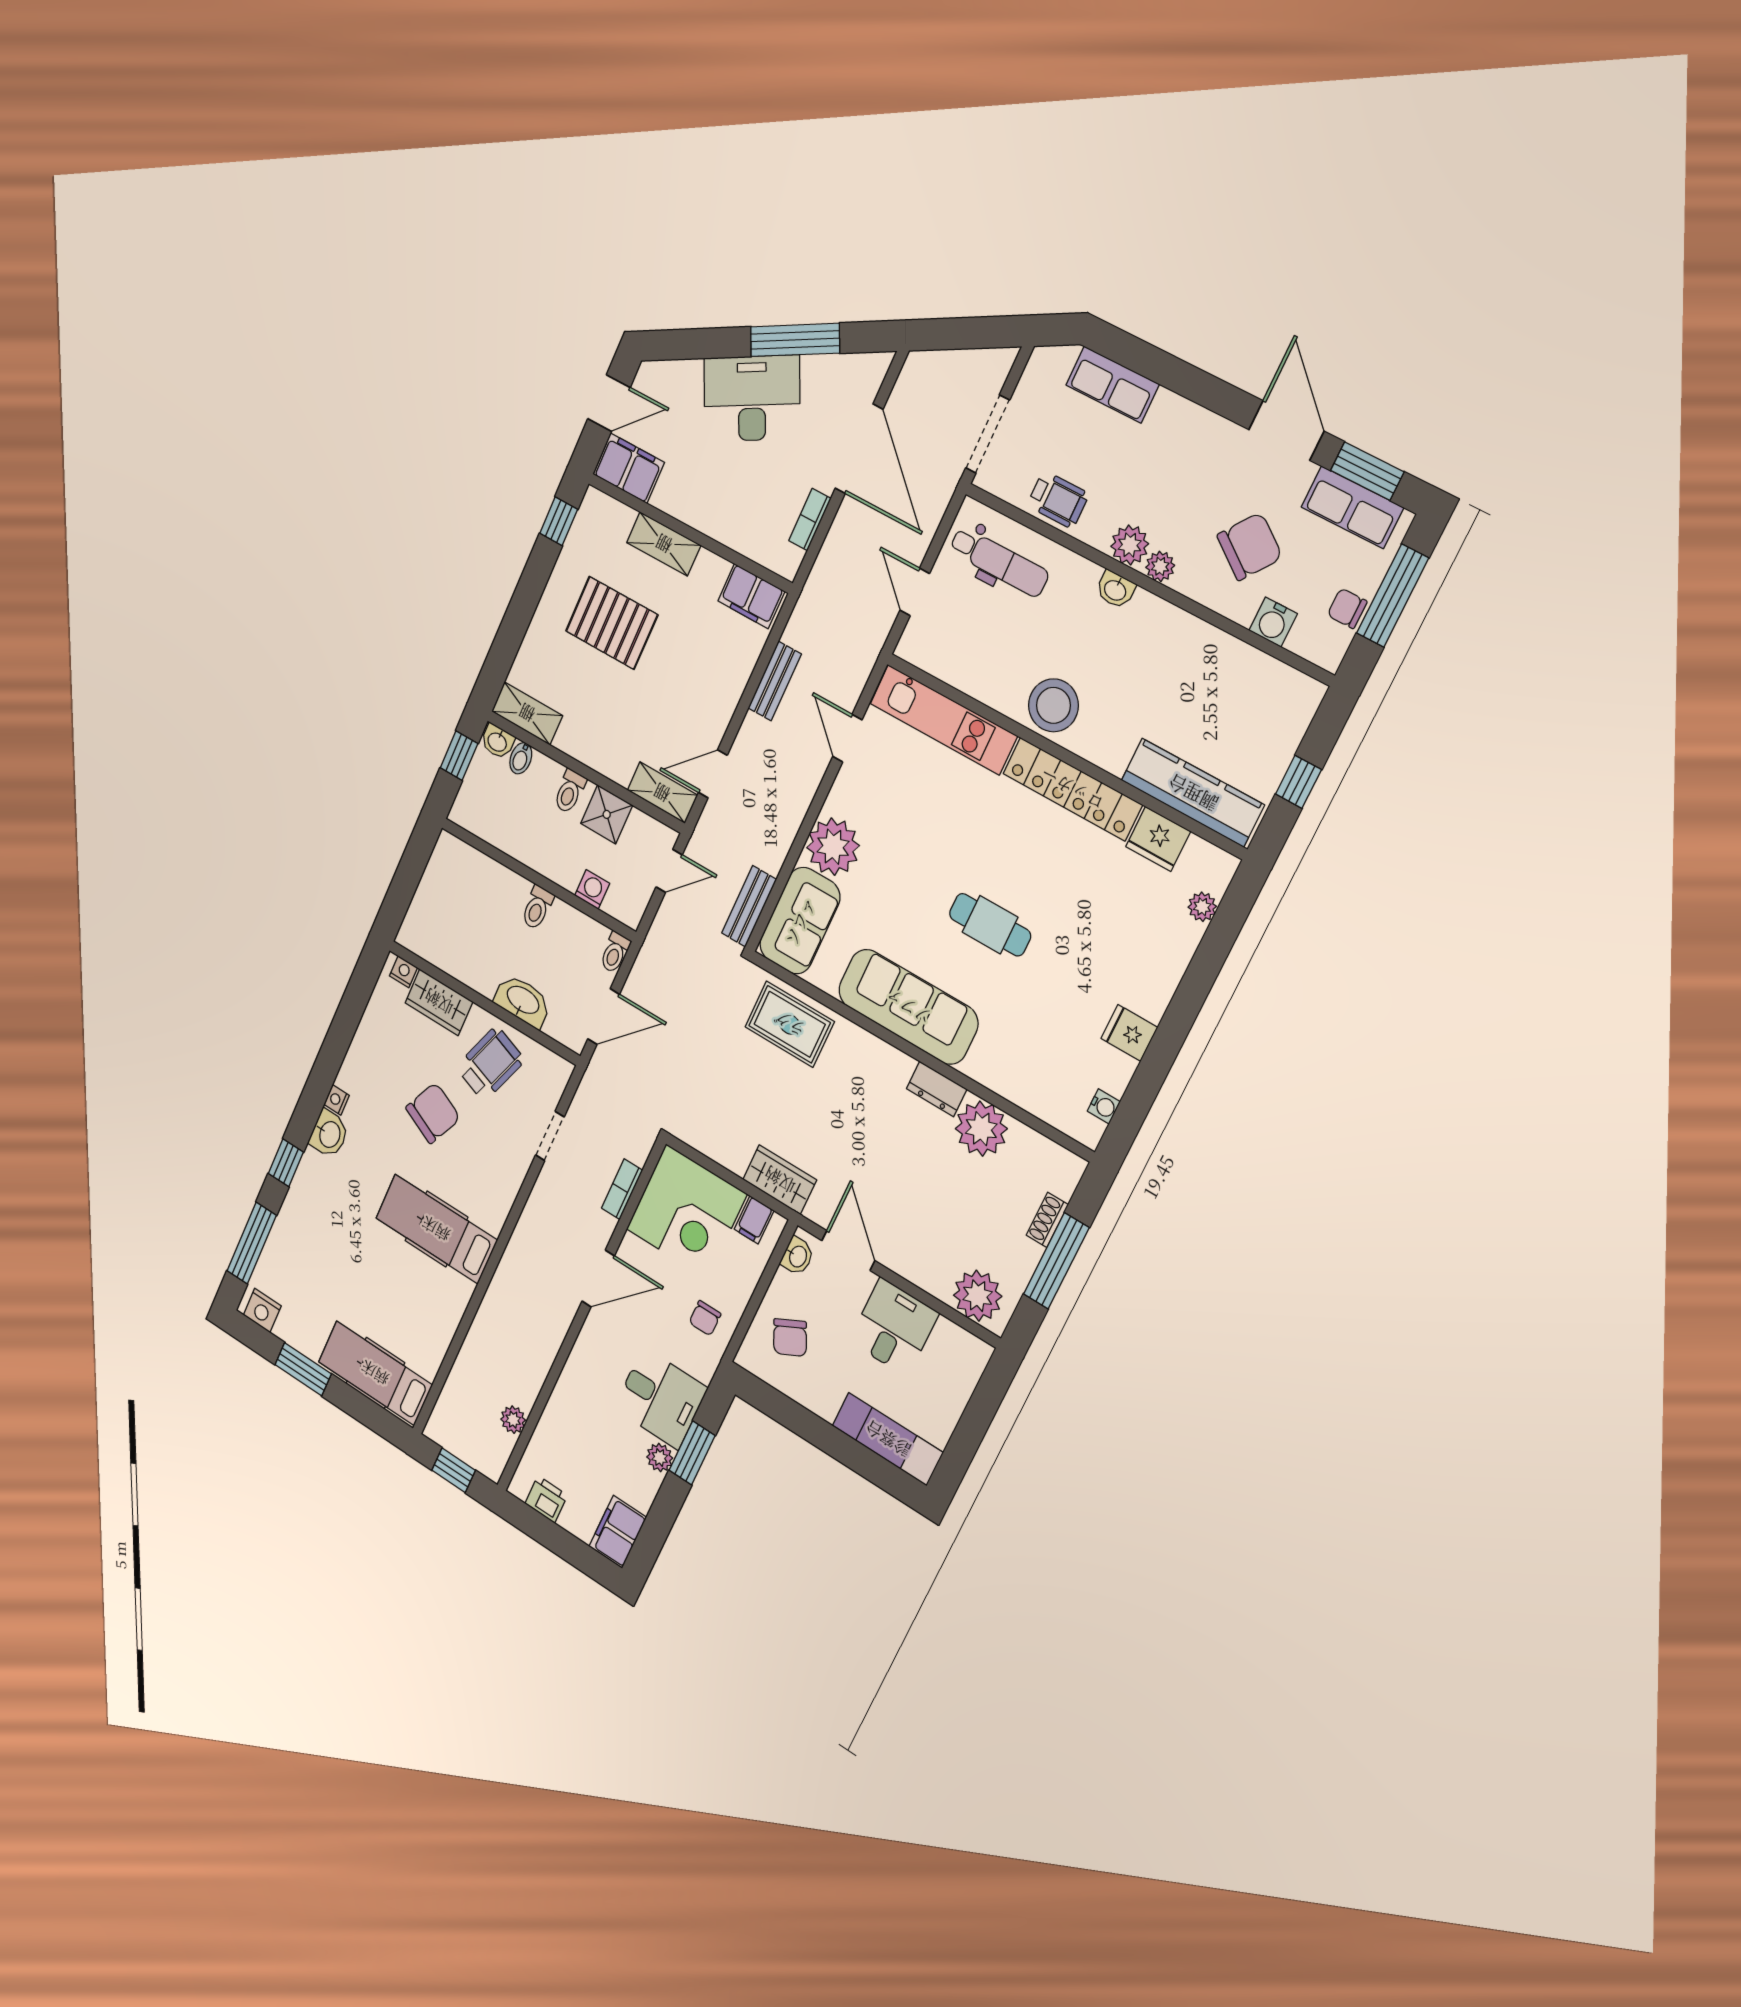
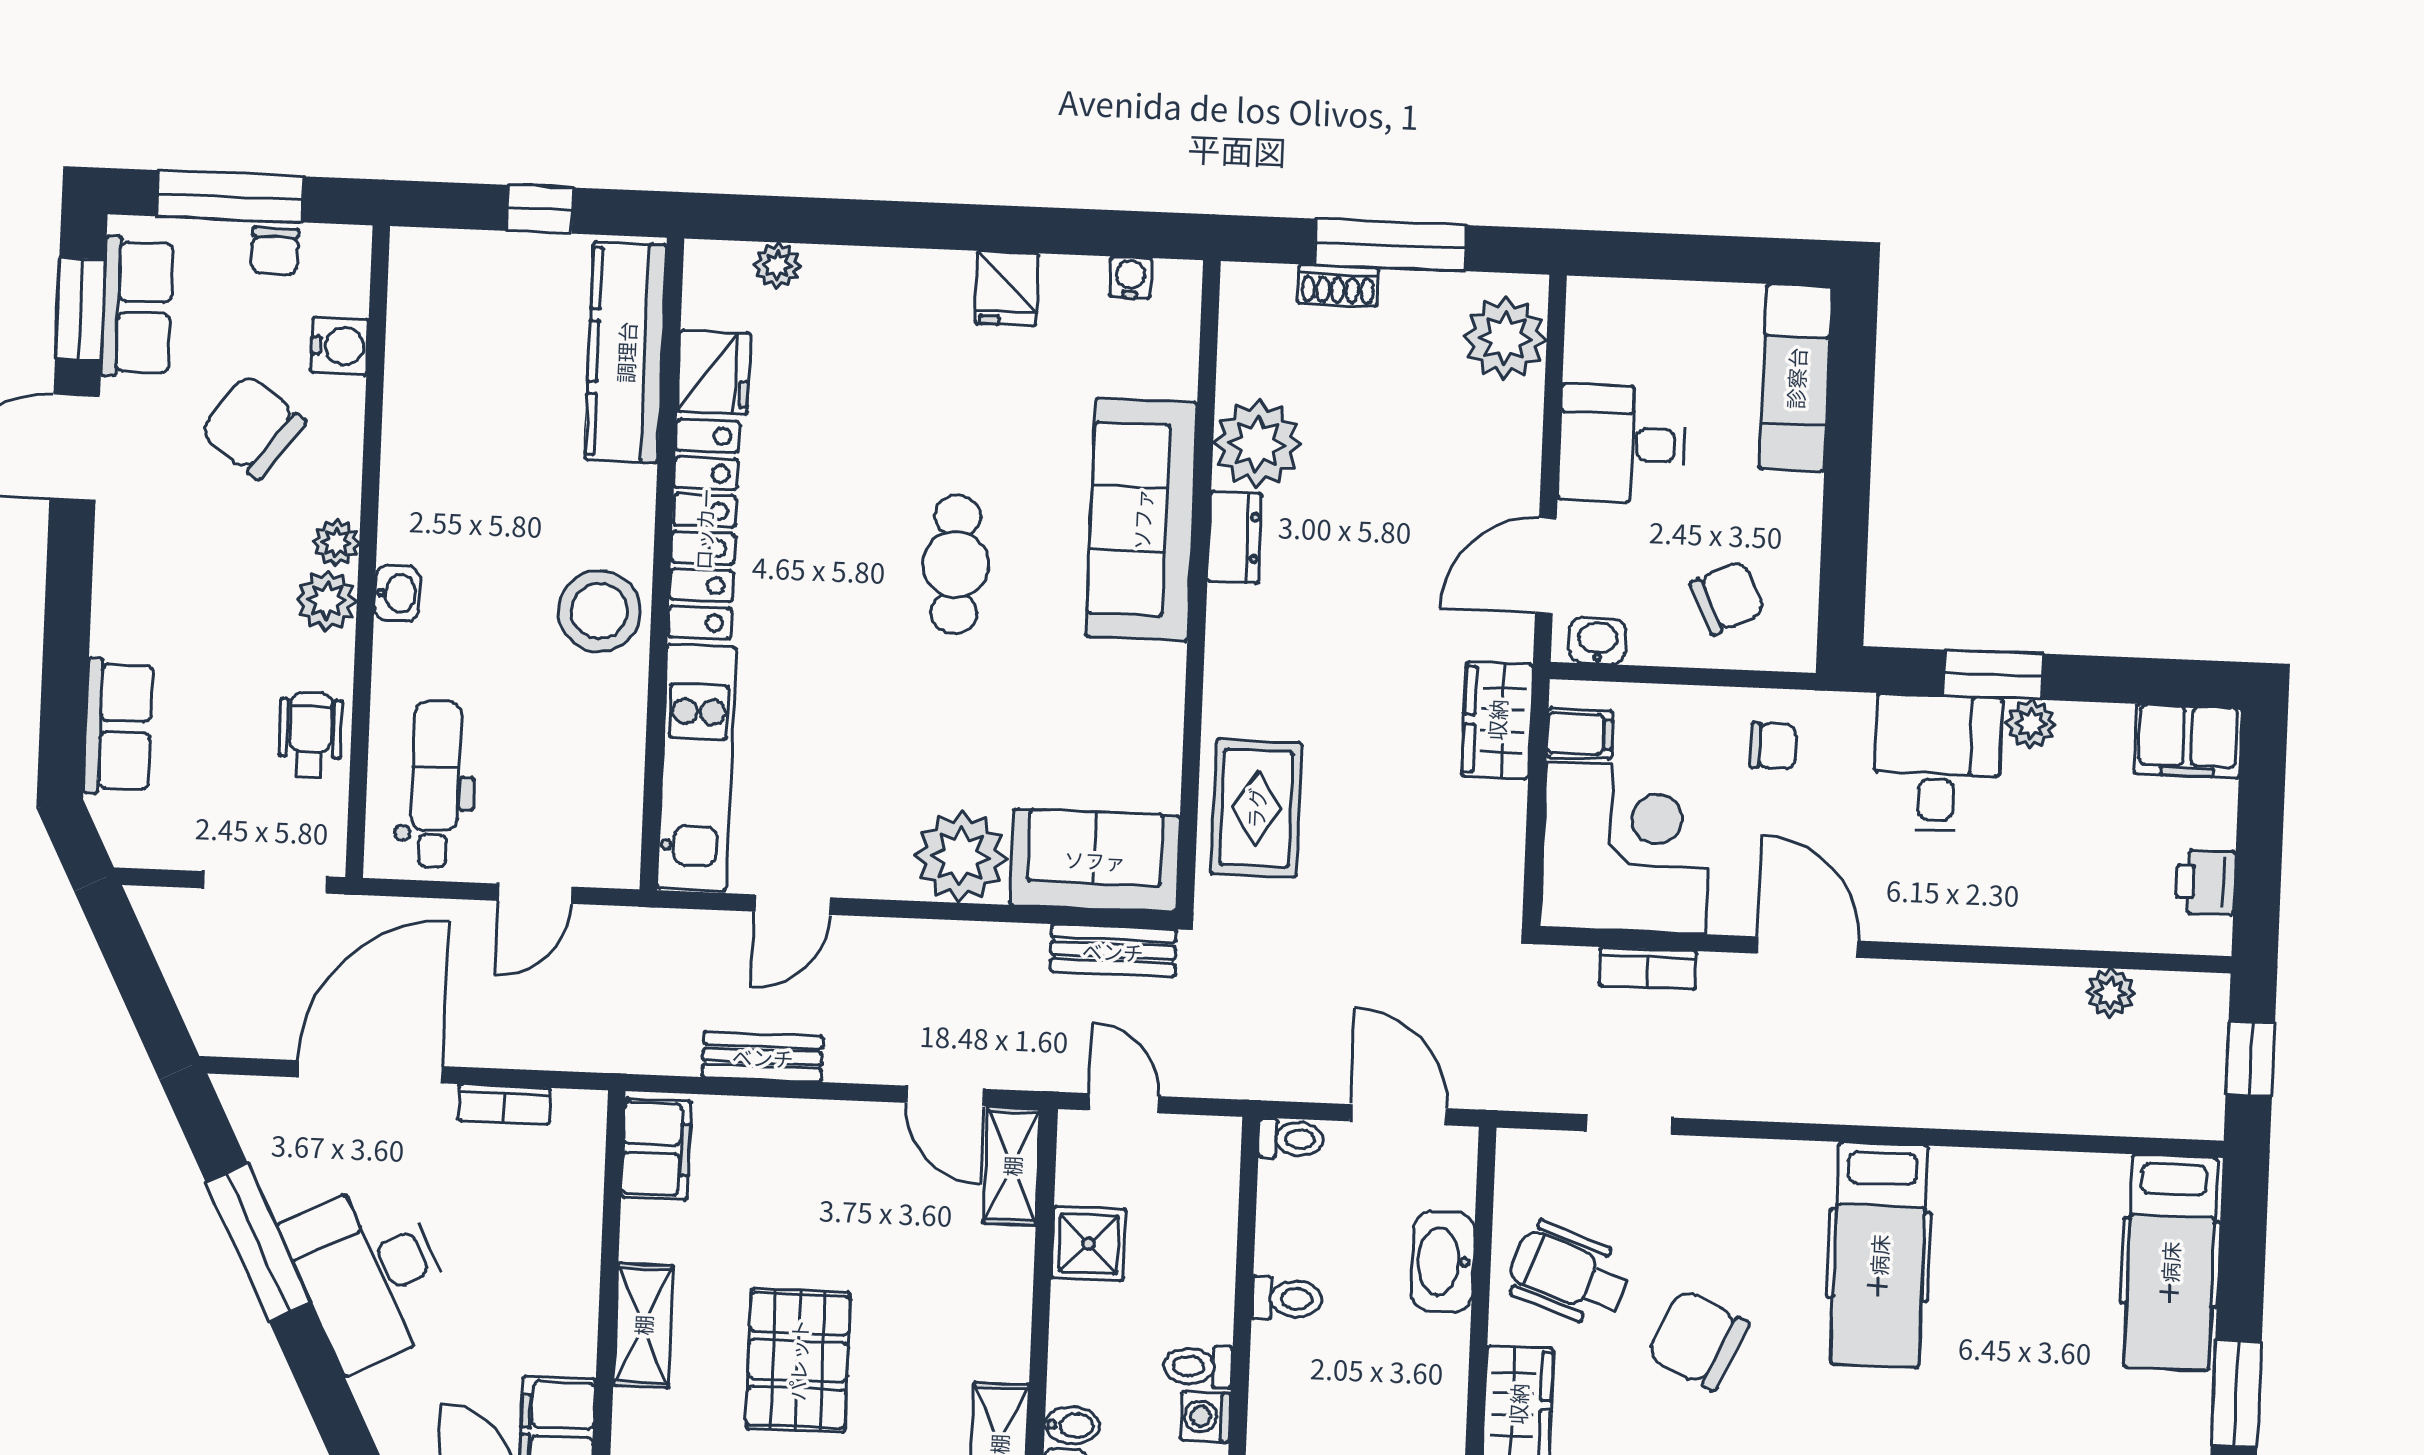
toilet: (570, 791) -> (1198, 1366), moved, turned 180
washing machine: (592, 889) -> (1205, 1417), moved
sofa: (908, 1007) -> (1142, 519), moved

